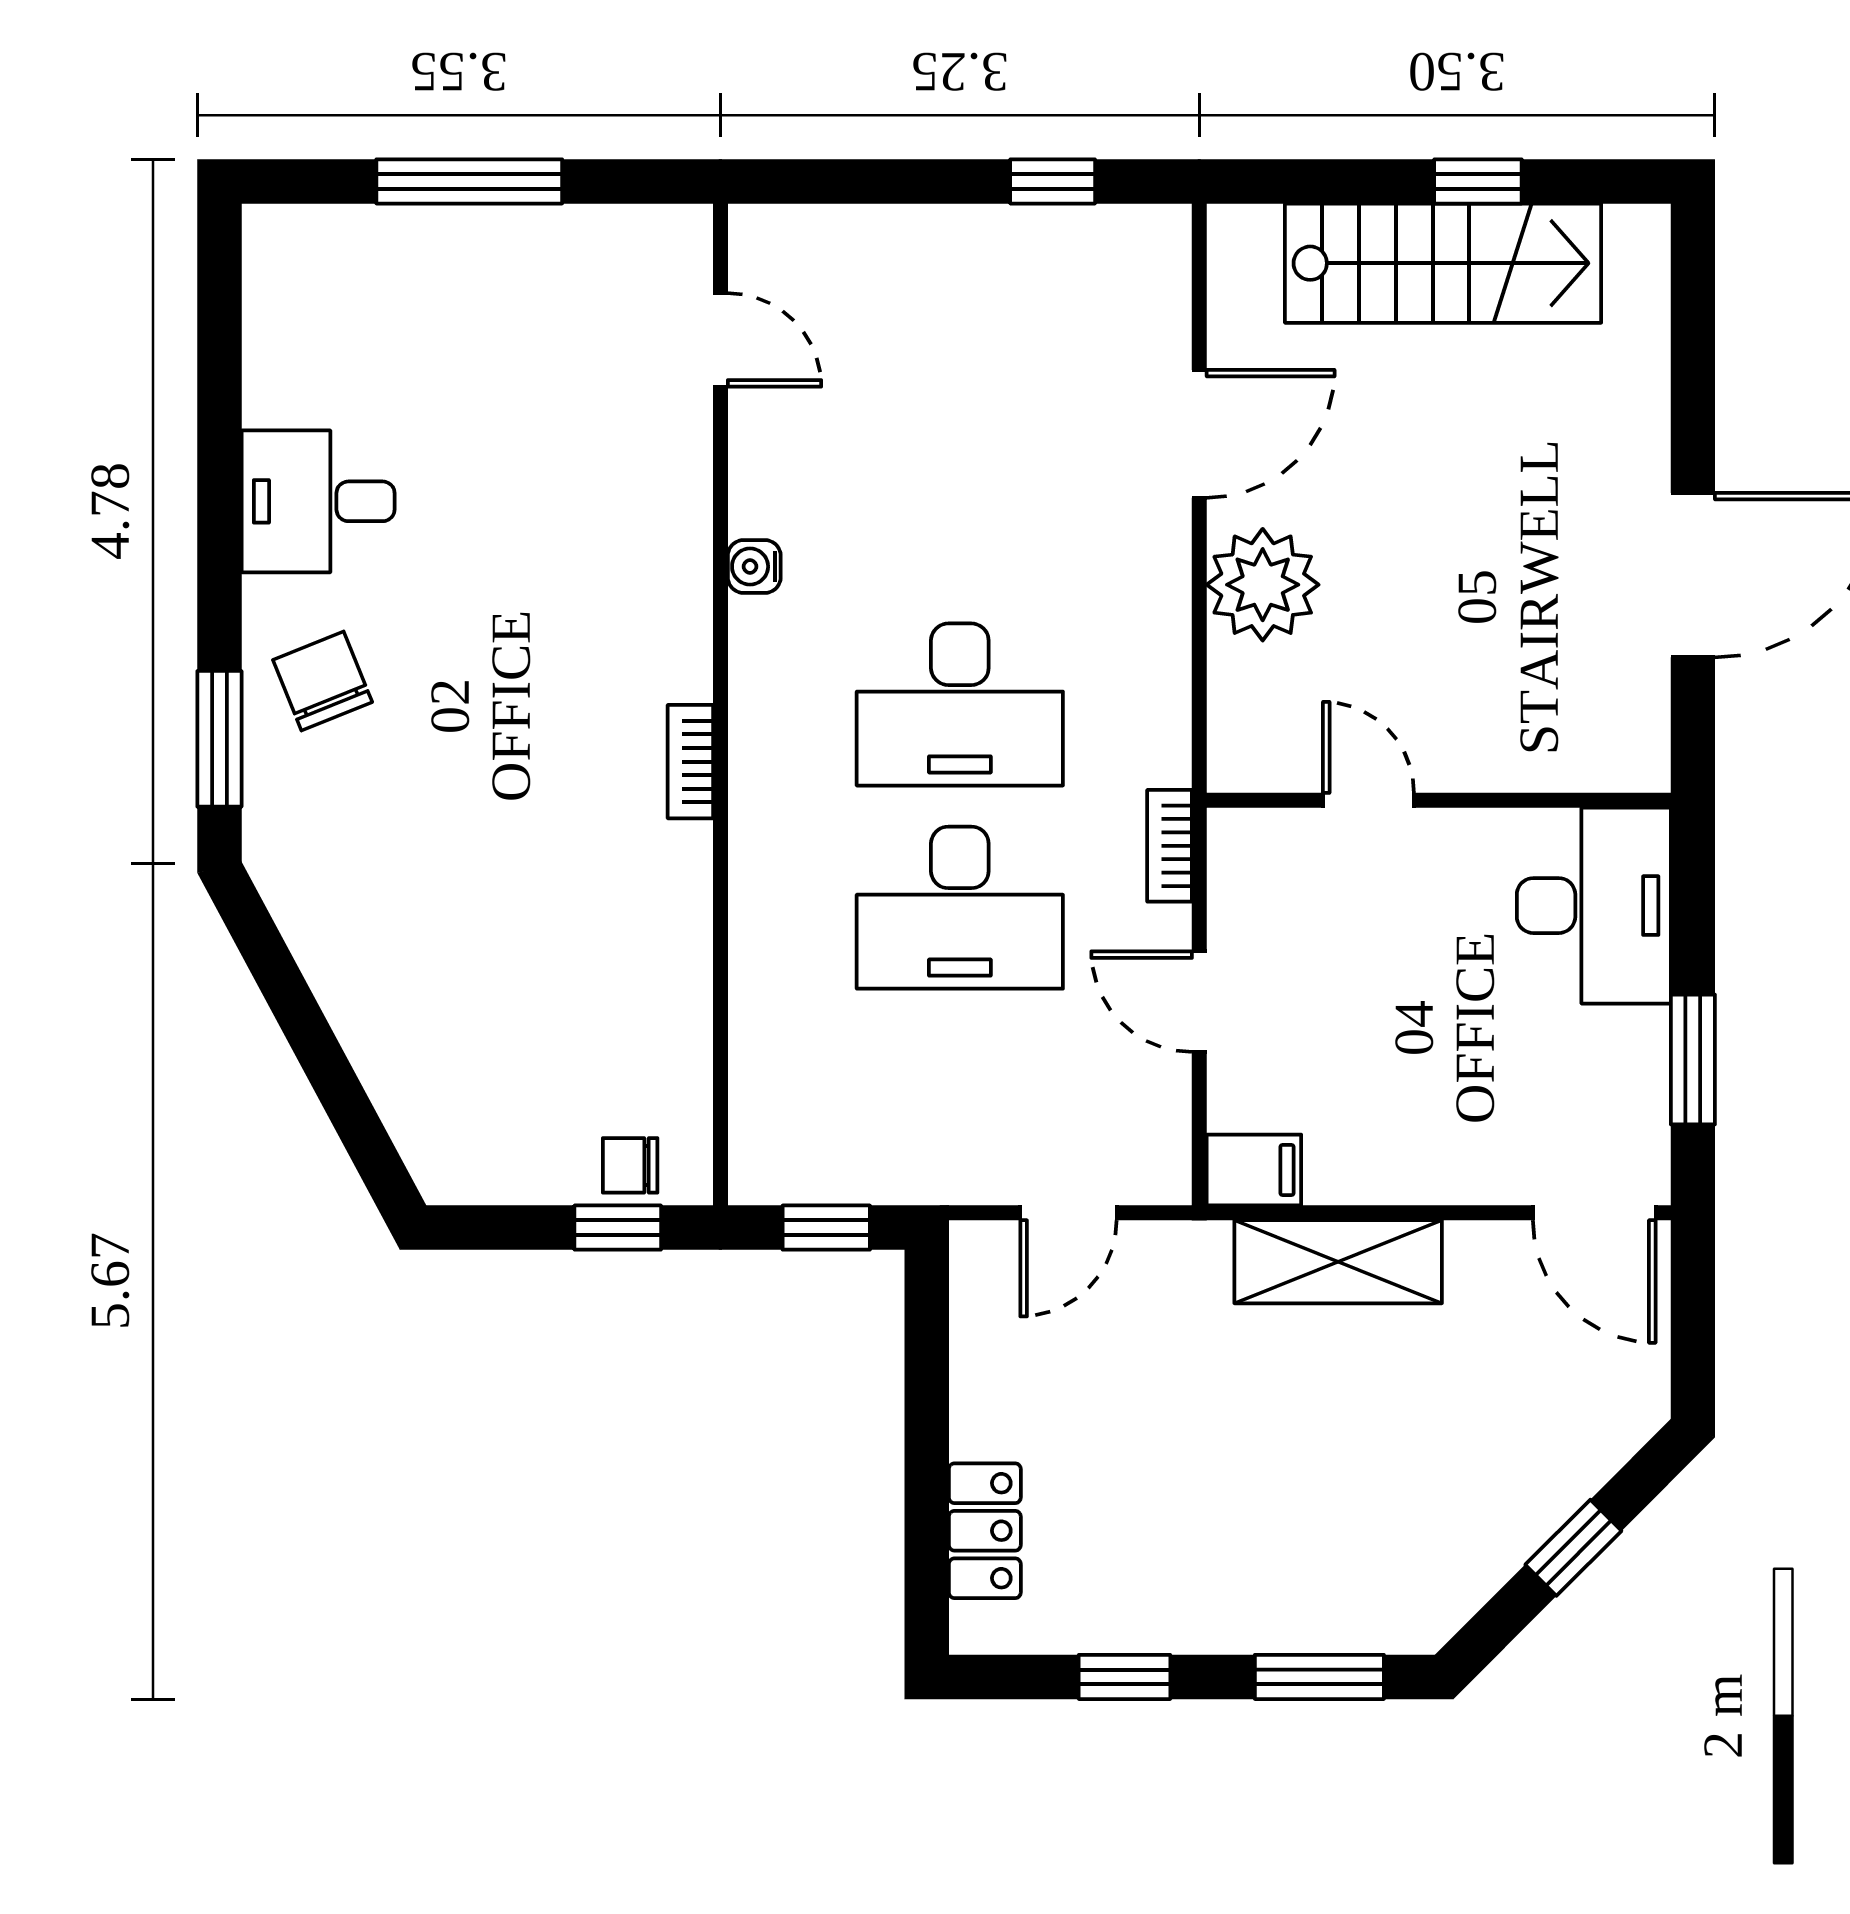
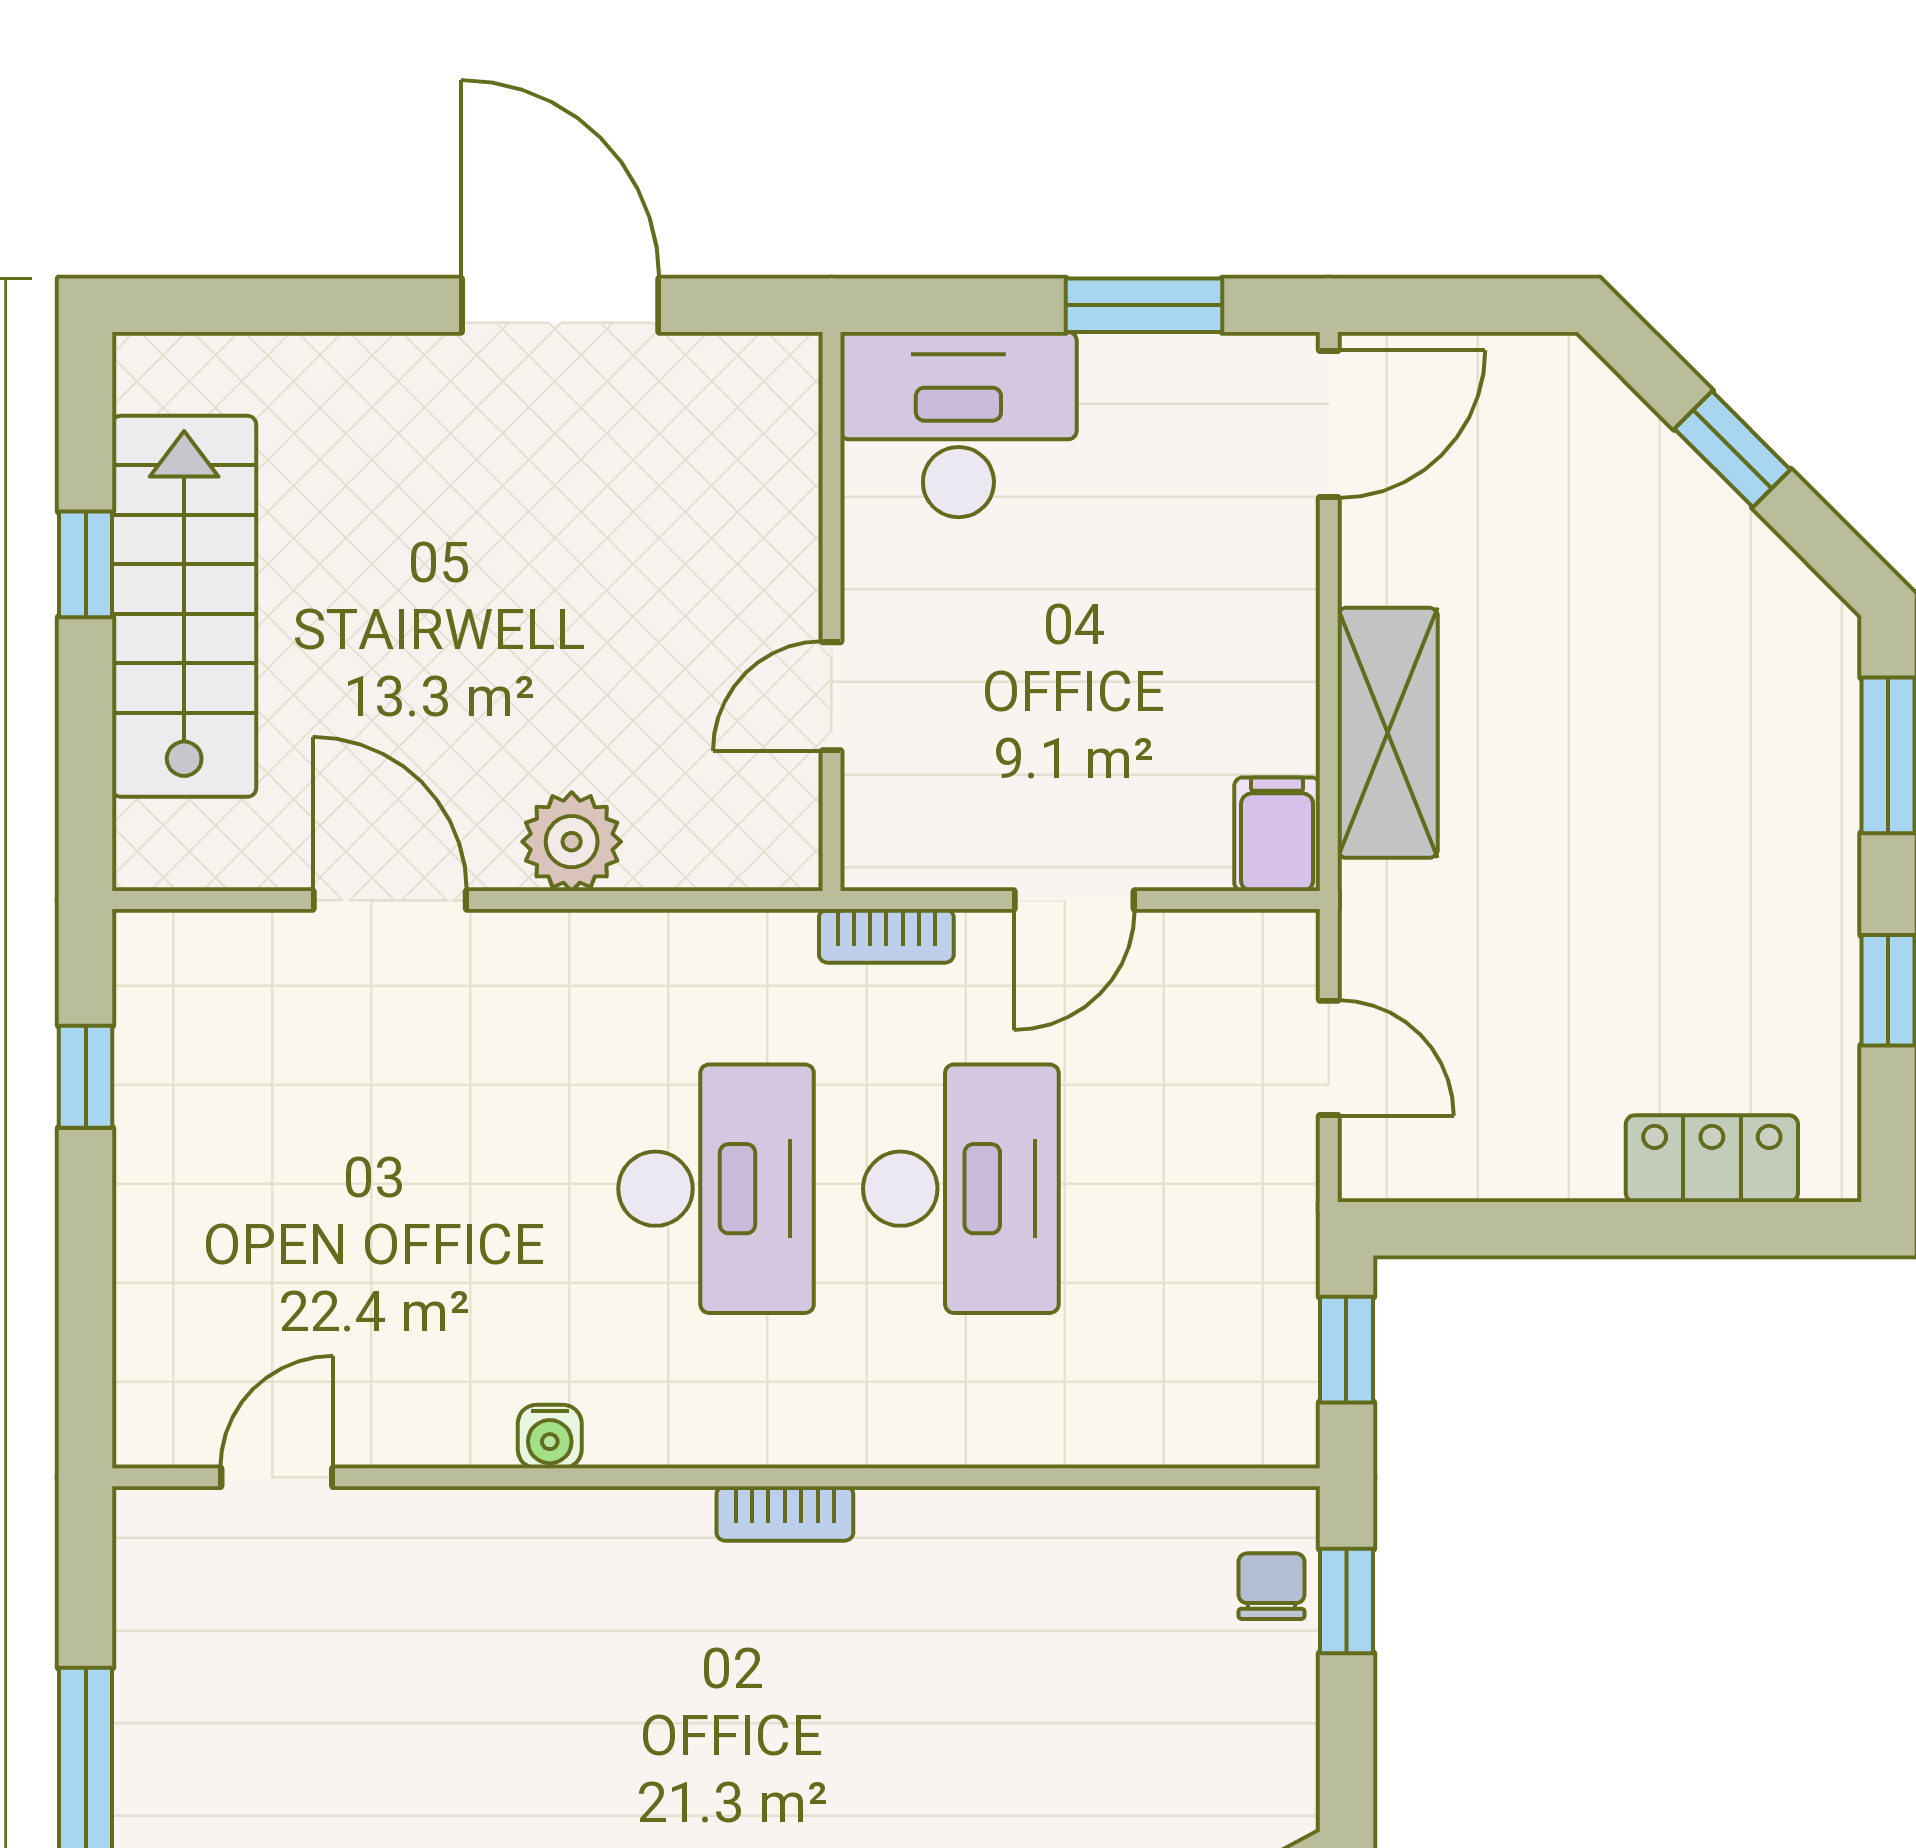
plant: (1263, 585) -> (572, 842), width x0.73, depth x0.73
chair: (630, 1165) -> (1272, 1586), turned 180

